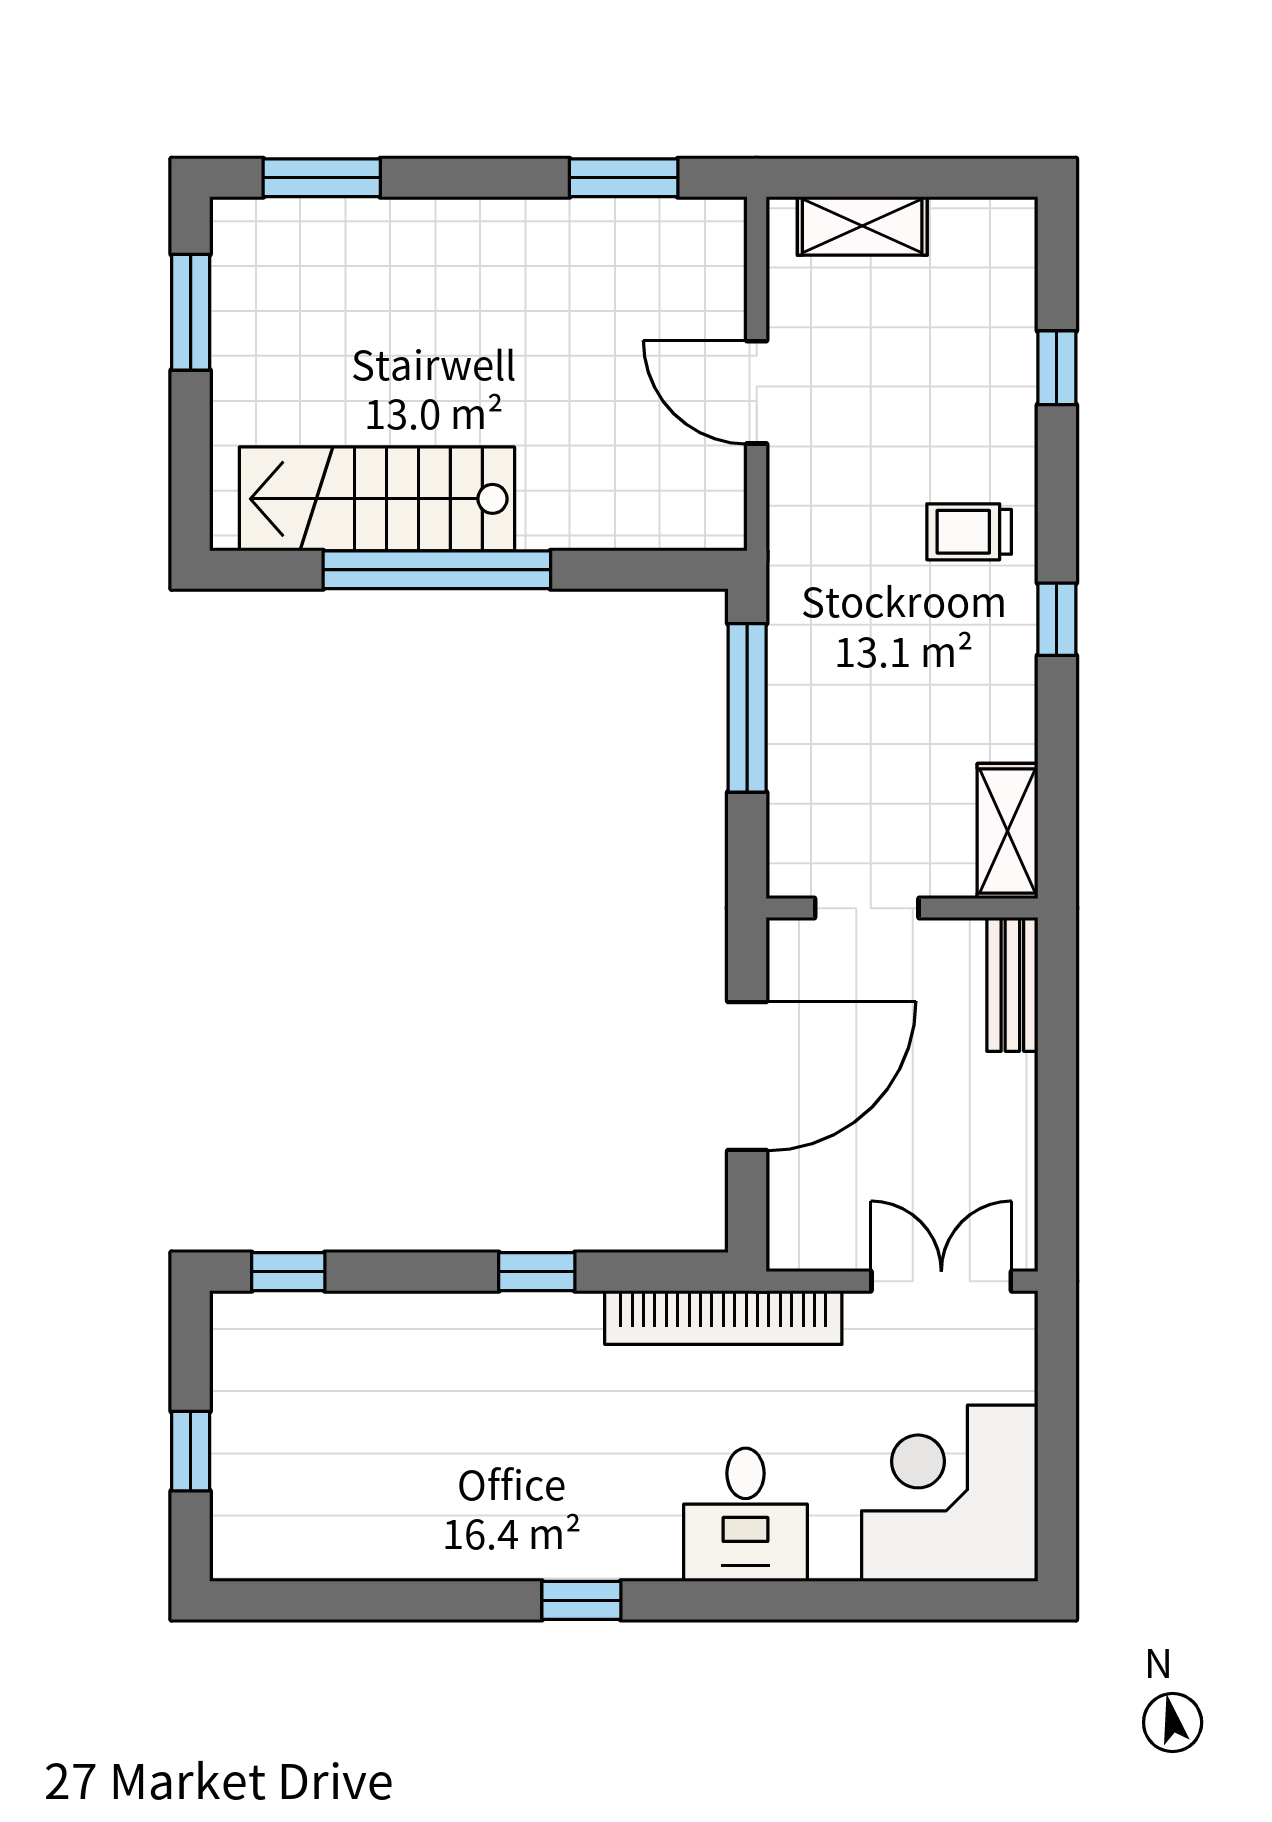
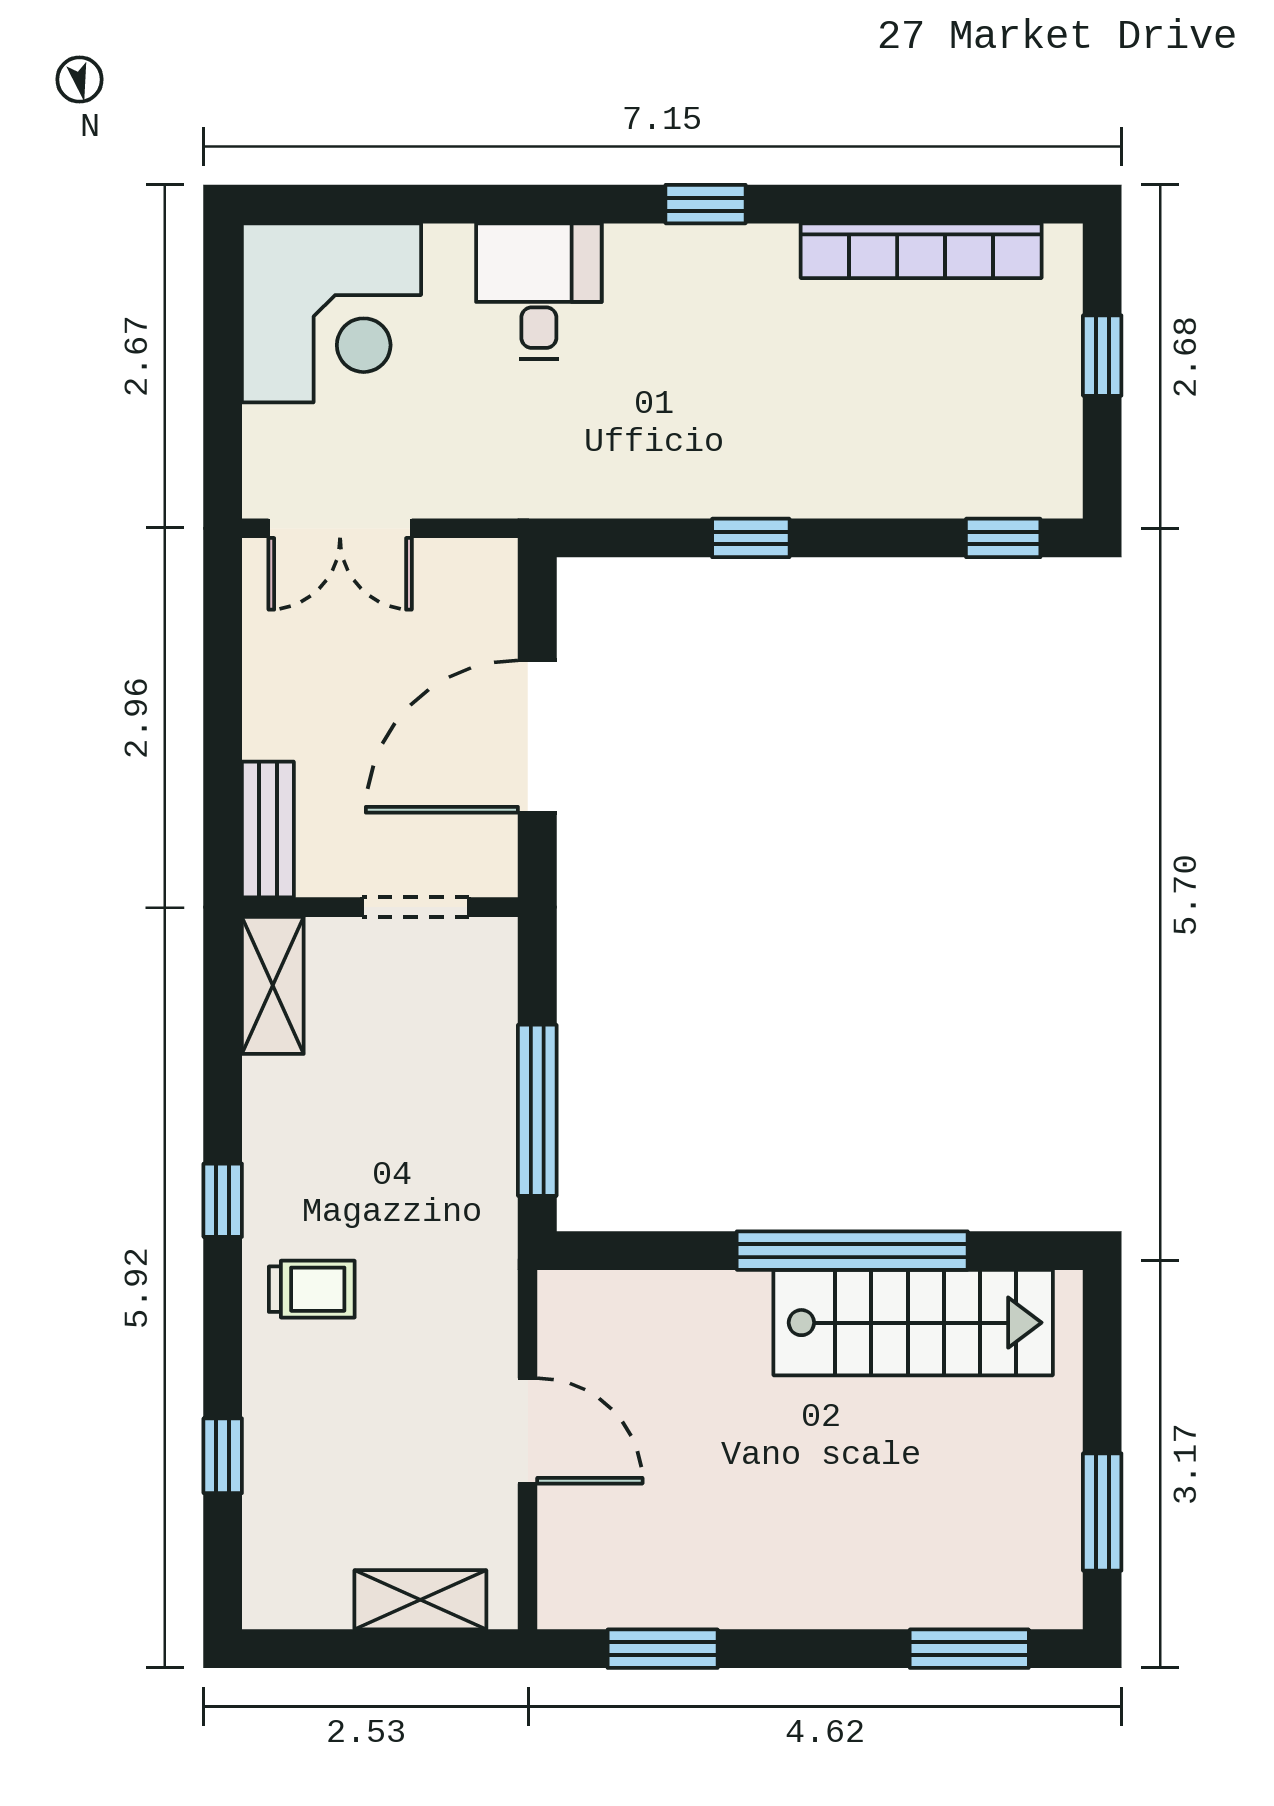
bookcase: (723, 1317) -> (921, 251), moved, turned 180

